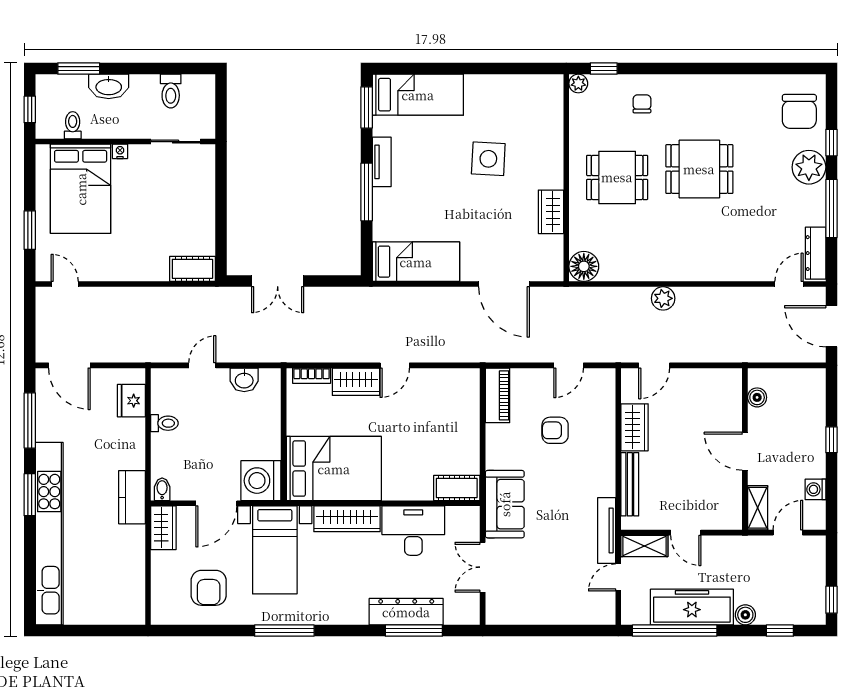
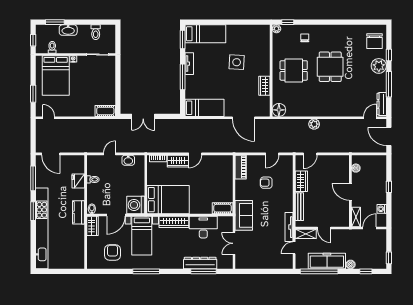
dining table: (699, 169) -> (330, 67), turned 90
fridge: (131, 401) -> (78, 181), moved
armchair: (209, 588) -> (113, 253), turned 180

